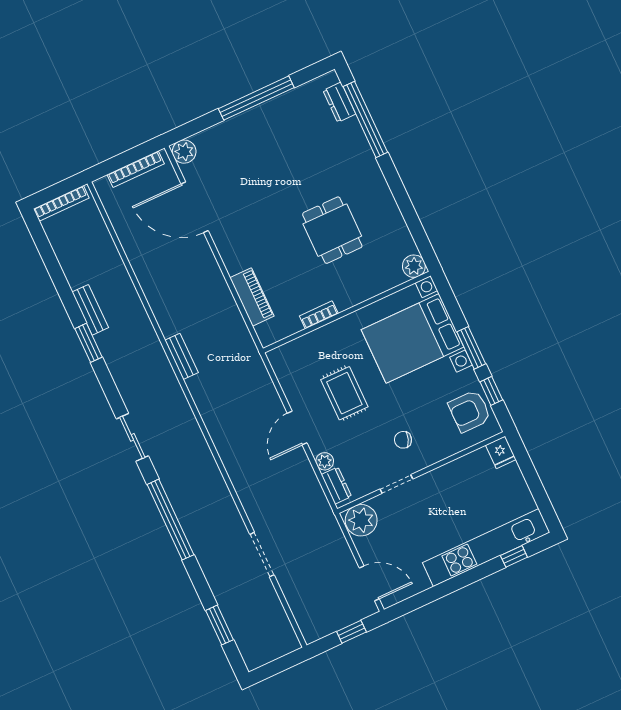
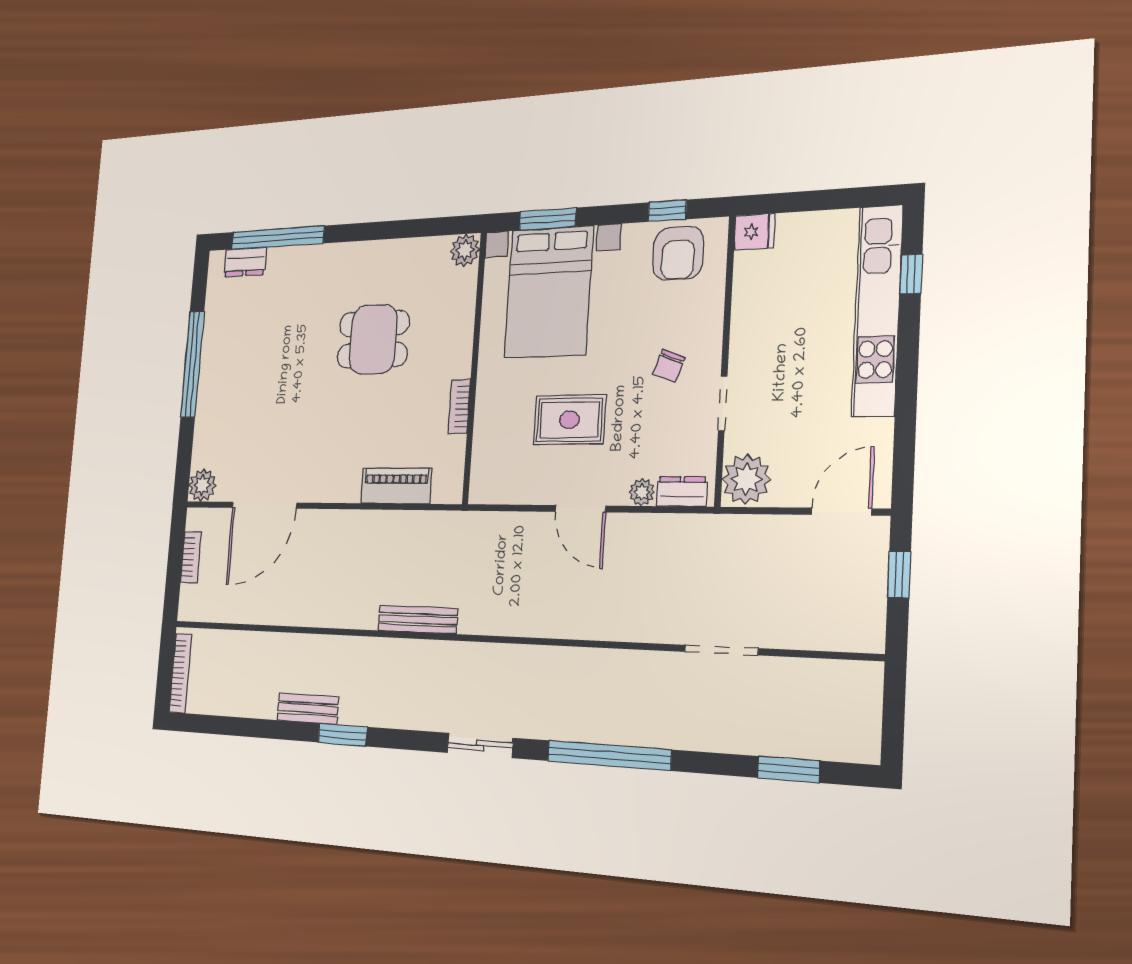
bookcase: (136, 169) -> (191, 557), width x0.64
window: (471, 348) -> (548, 219), moved
bench: (181, 356) -> (418, 620), width x1.36

